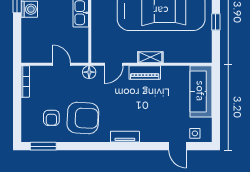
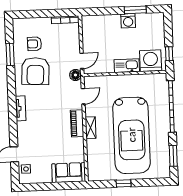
door: (62, 64) -> (82, 61), moved
door: (114, 64) -> (83, 96), swing flipped
sofa: (201, 91) -> (69, 173), width x0.73
window: (43, 146) -> (10, 54), moved

